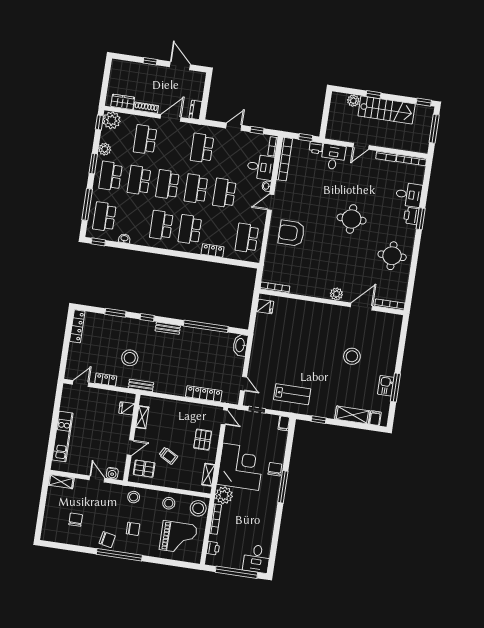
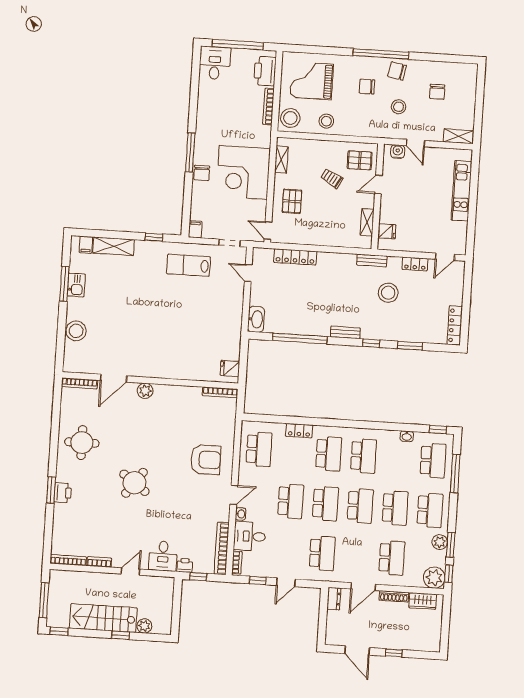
window: (93, 164) -> (451, 545), moved
desk: (409, 195) -> (68, 518), removed
round table: (352, 219) -> (134, 483), turned 36
stool: (352, 356) -> (76, 331), moved
plant: (224, 495) -> (261, 136), removed
stool: (134, 497) -> (399, 107), moved
printer: (213, 548) -> (265, 71), width x1.87, depth x1.48

